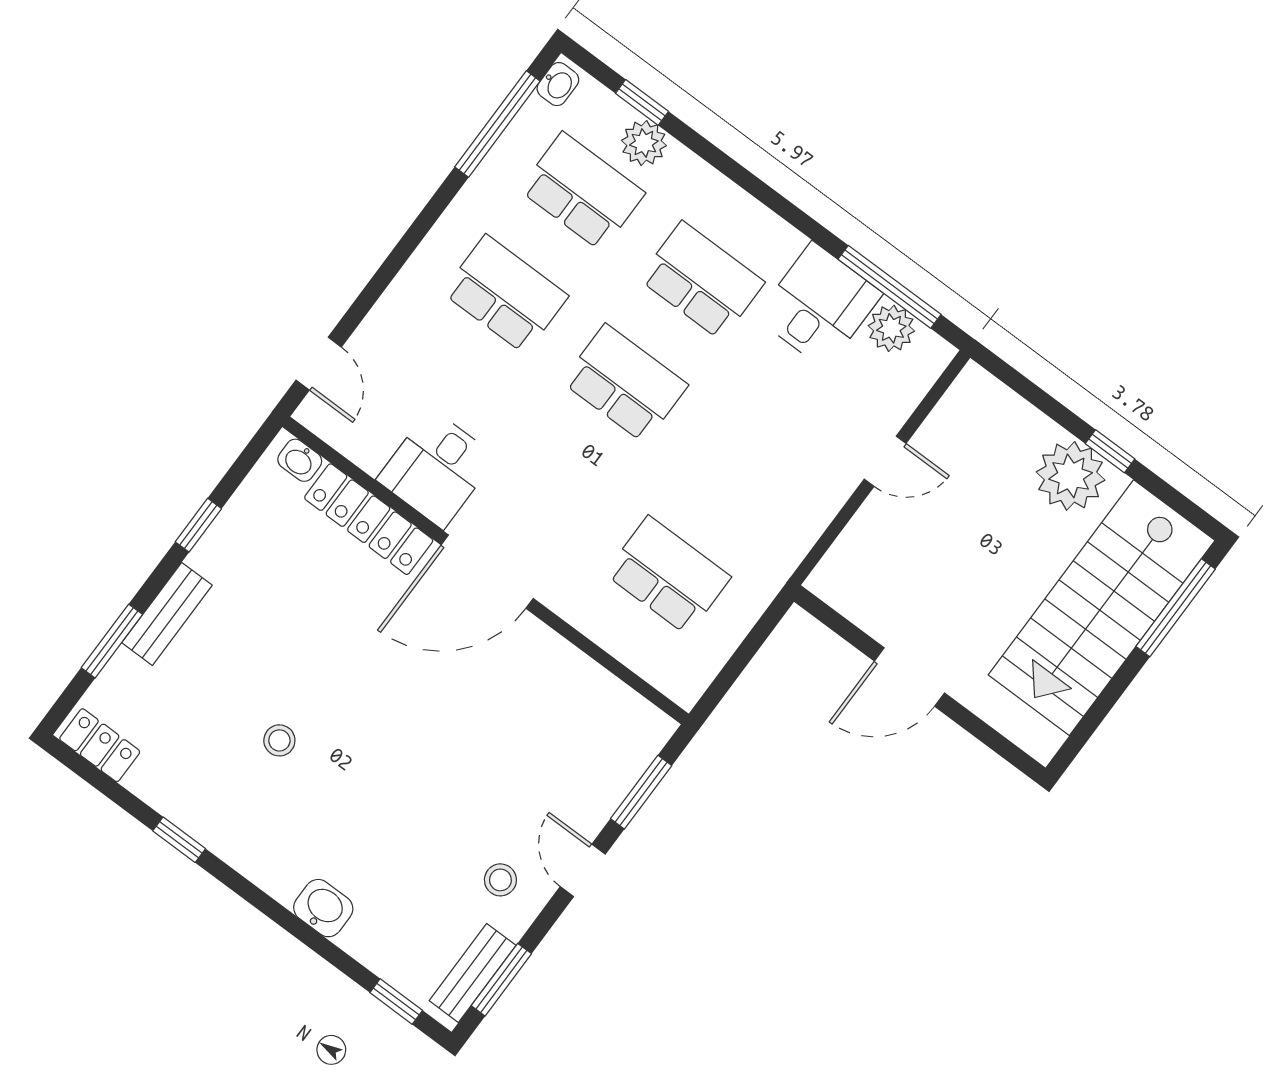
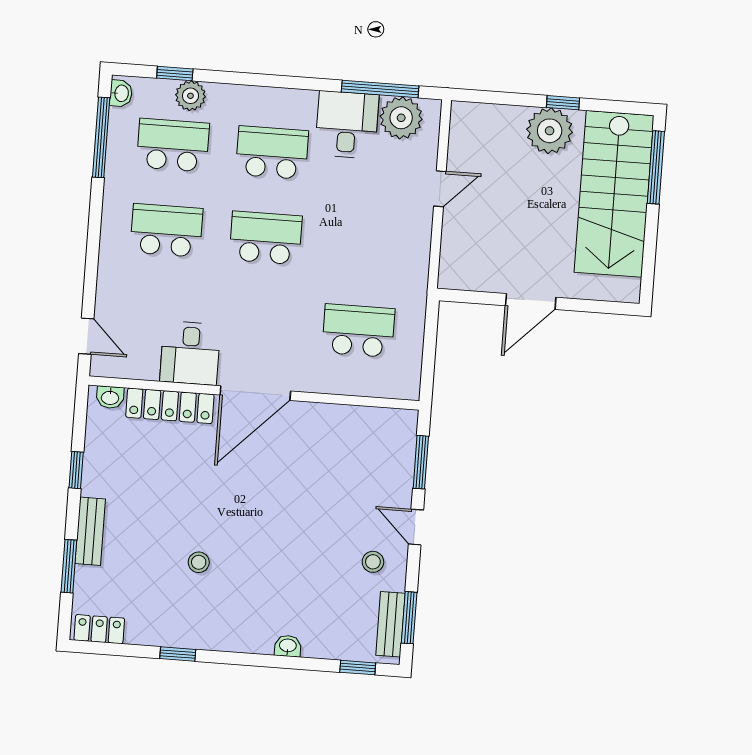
plant: (891, 328) -> (401, 118), width x1.36, depth x1.36
washbasin: (323, 908) -> (288, 646), width x0.72, depth x0.69

